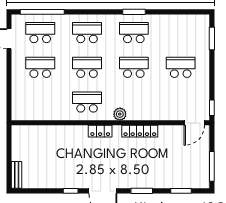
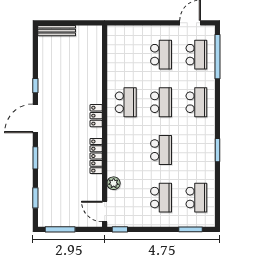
school desk: (134, 33) -> (196, 198), moved
plant: (120, 114) -> (114, 183), moved
bench: (17, 175) -> (57, 31), width x1.36

